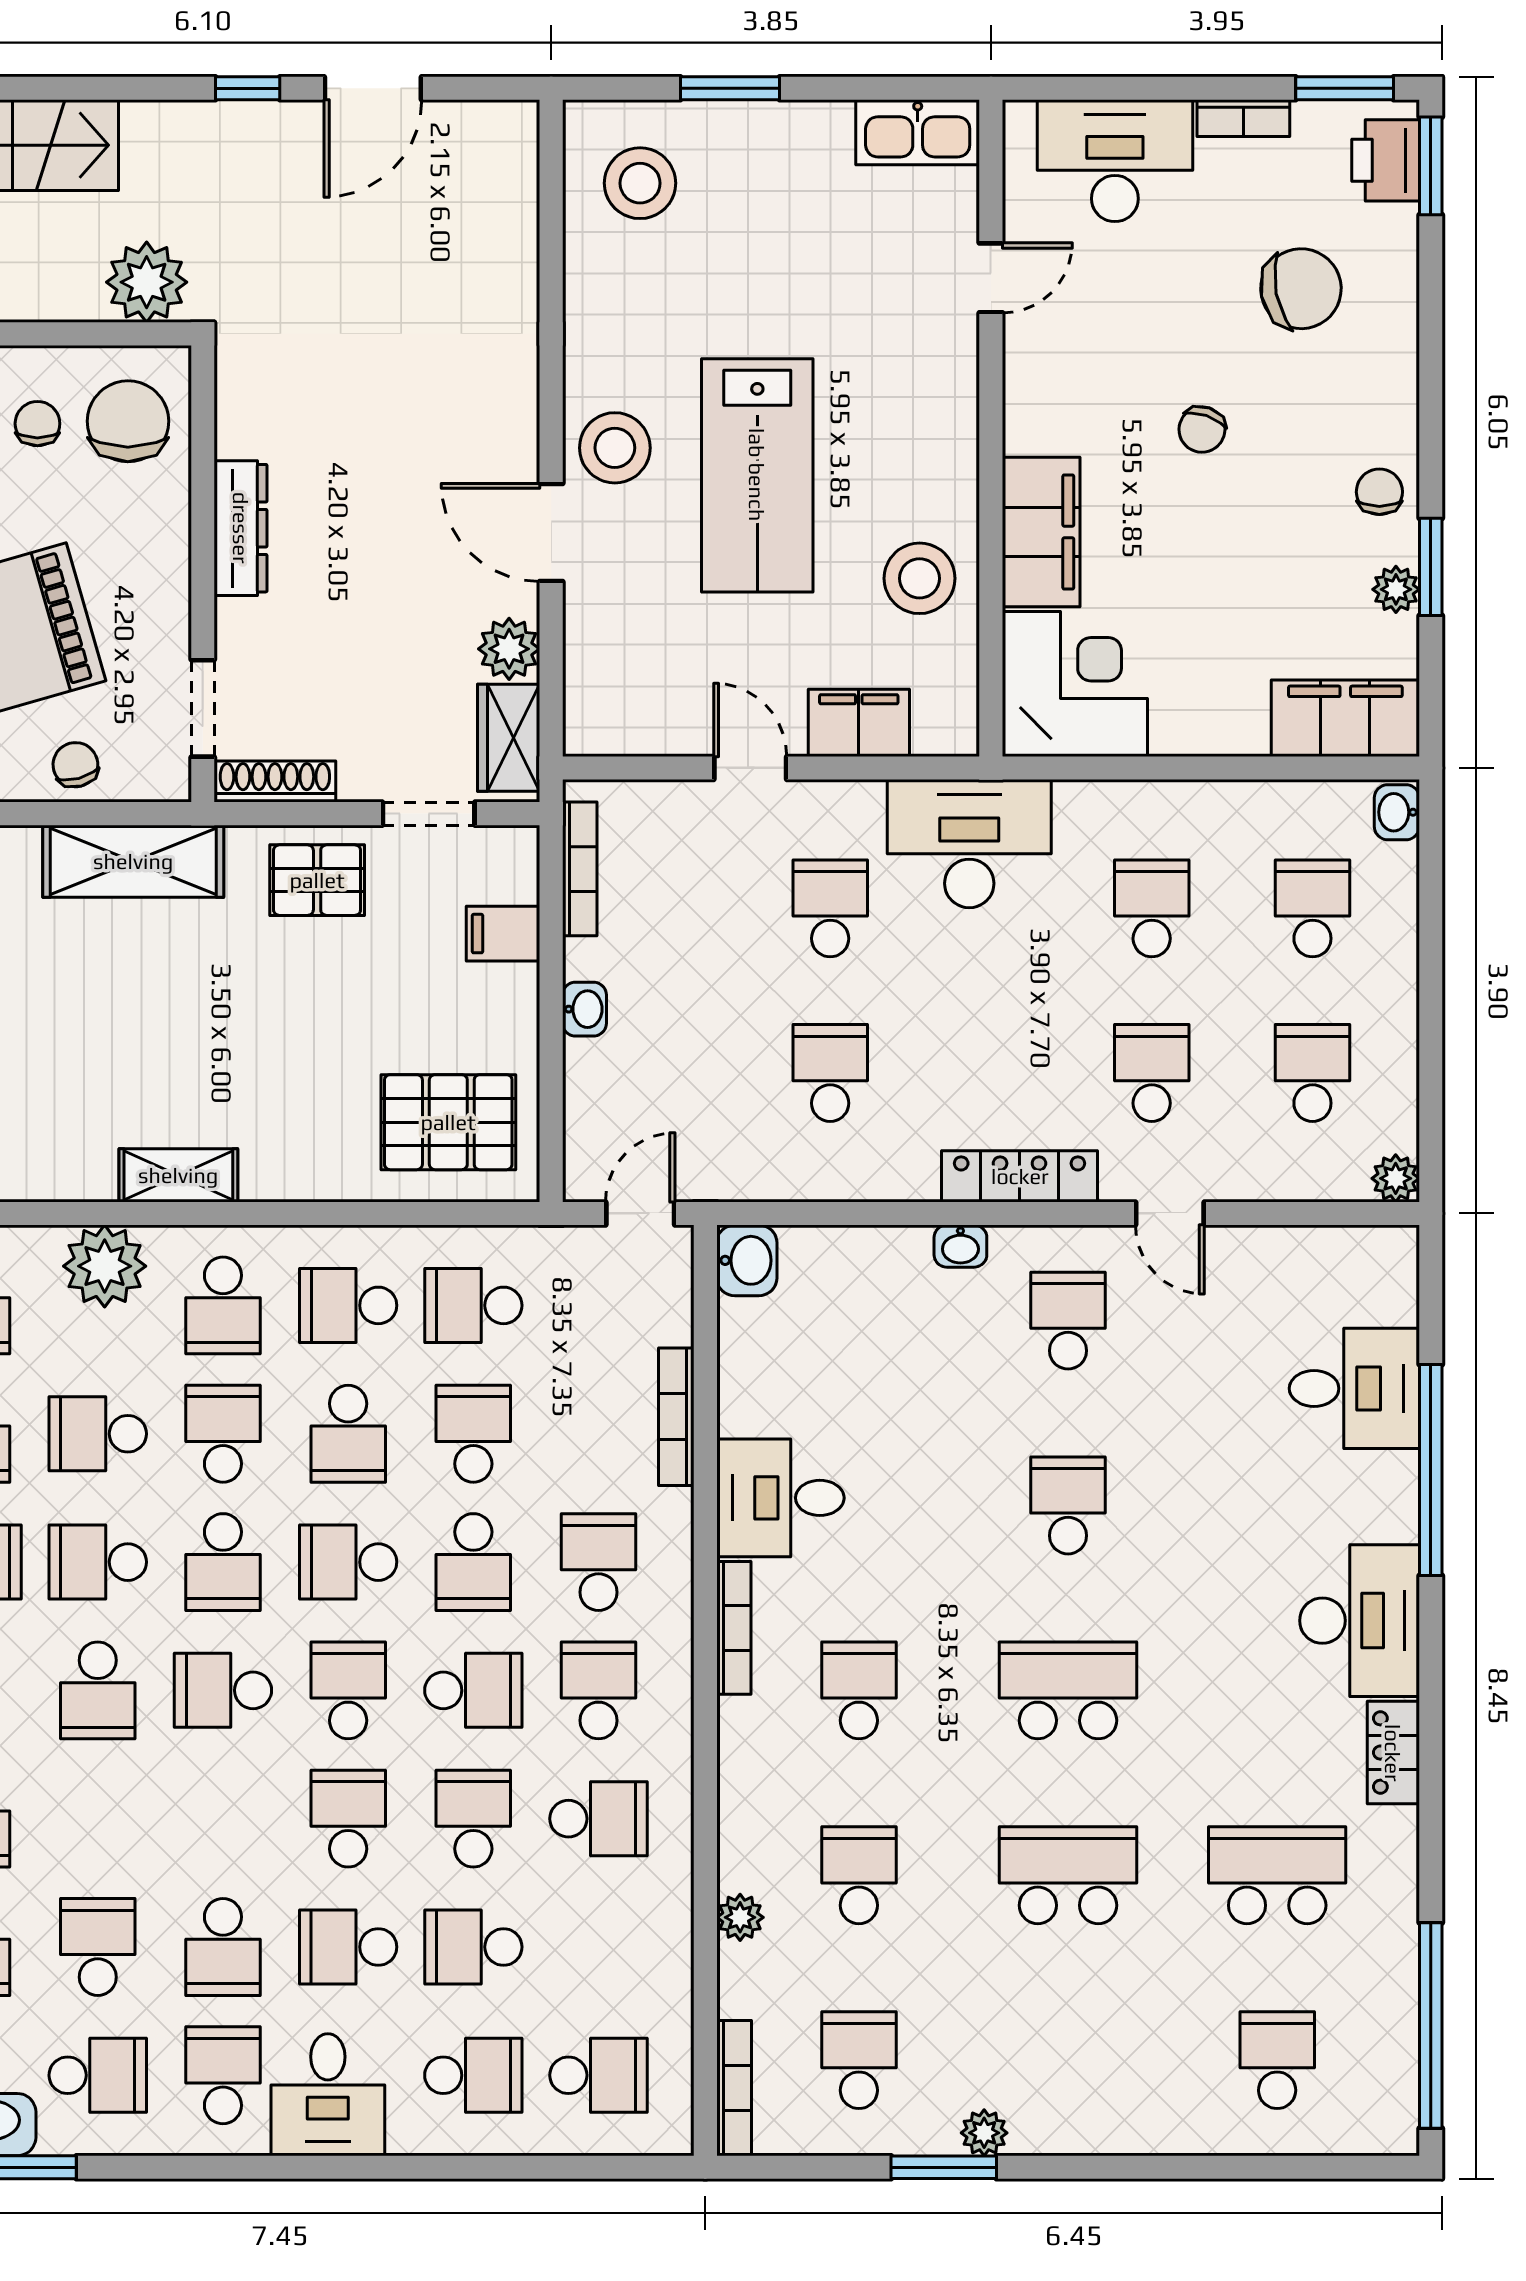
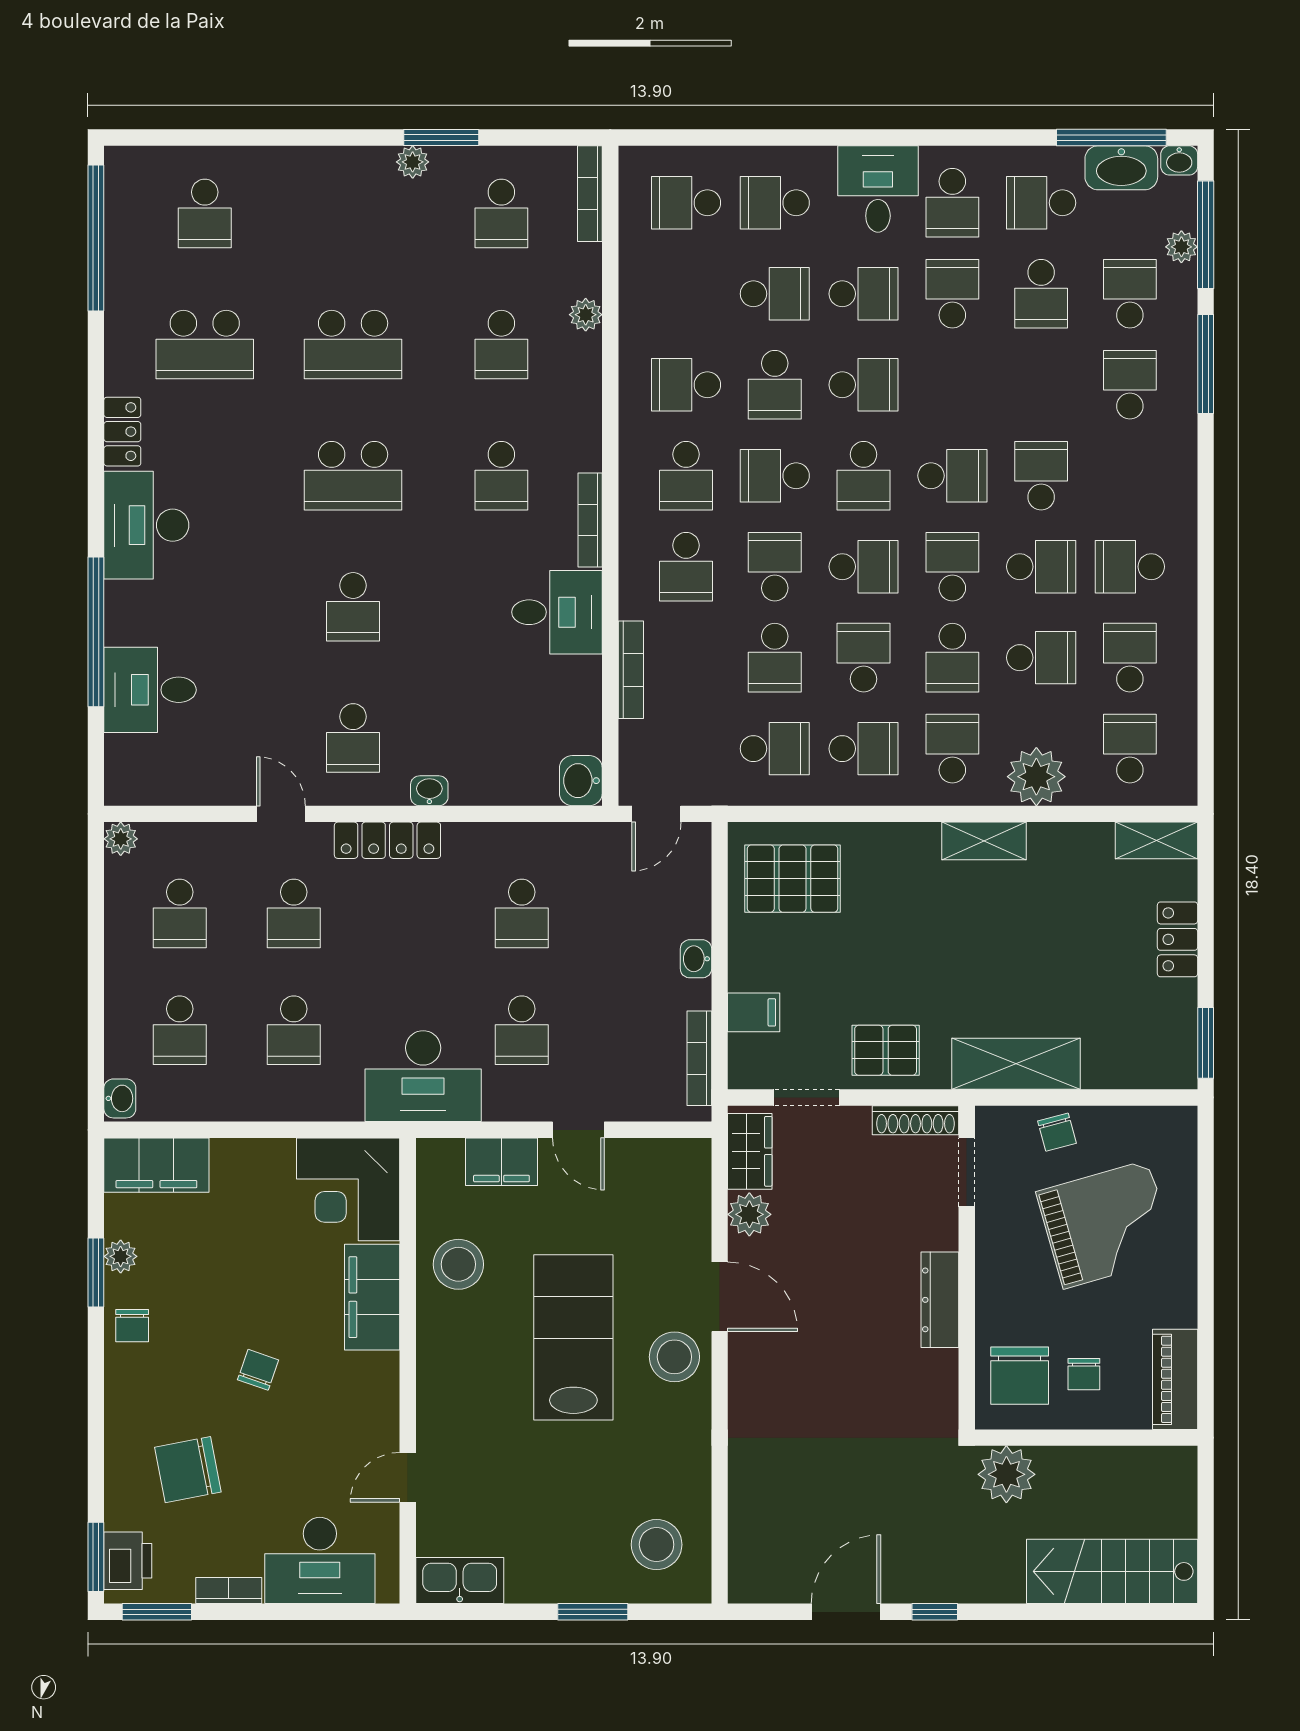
school desk: (348, 1819) -> (864, 385), turned -90

